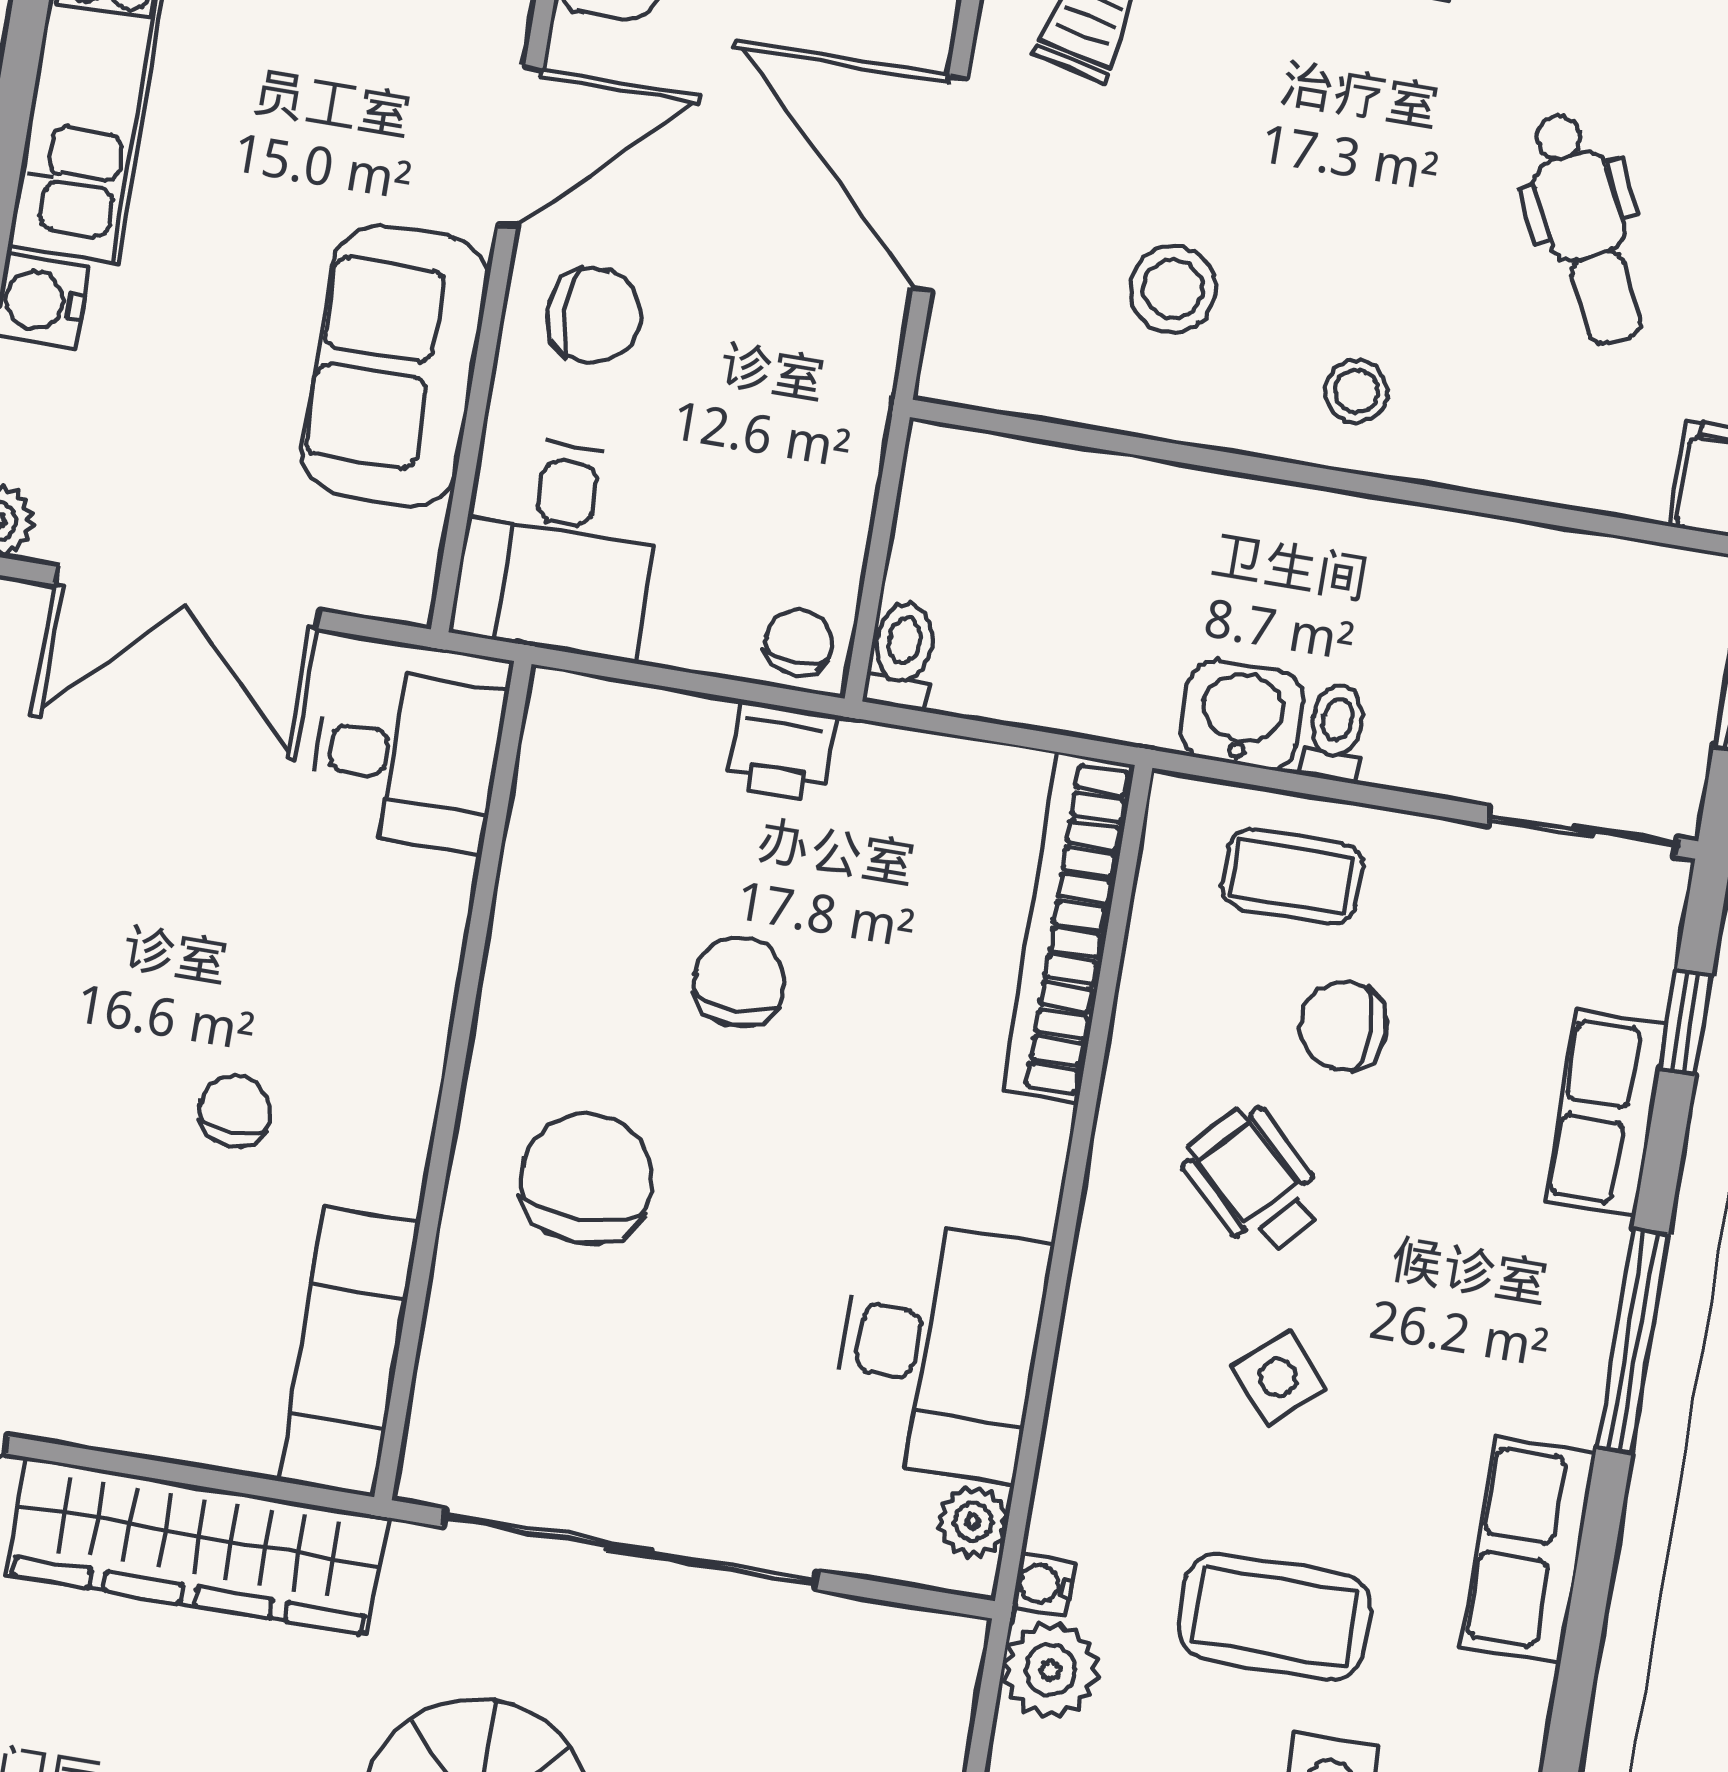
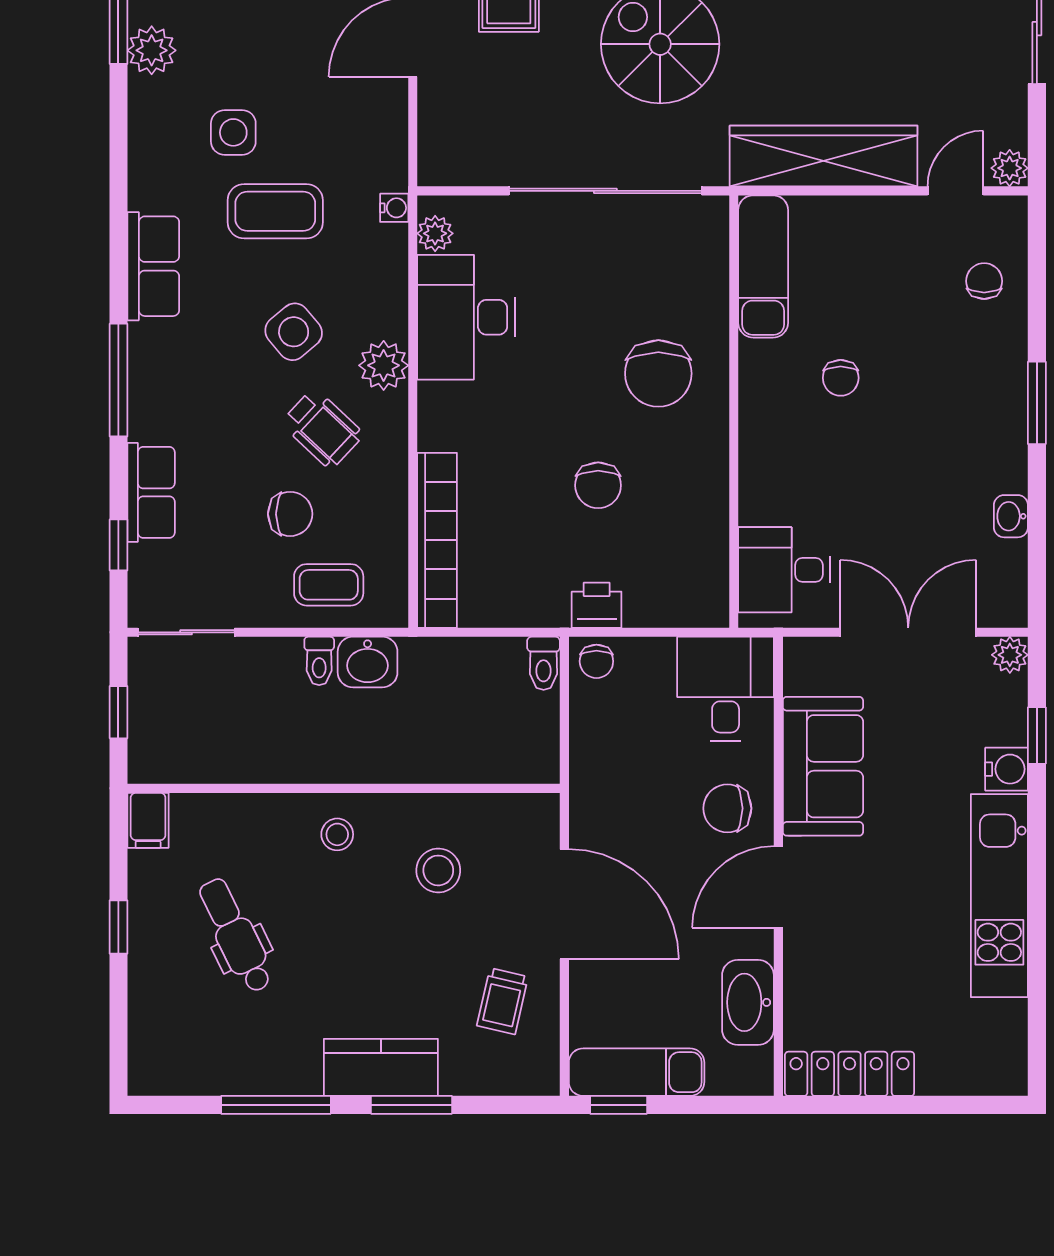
side table: (1278, 1377) -> (294, 332), width x1.37, depth x1.37
plant: (1050, 1670) -> (384, 365), moved

